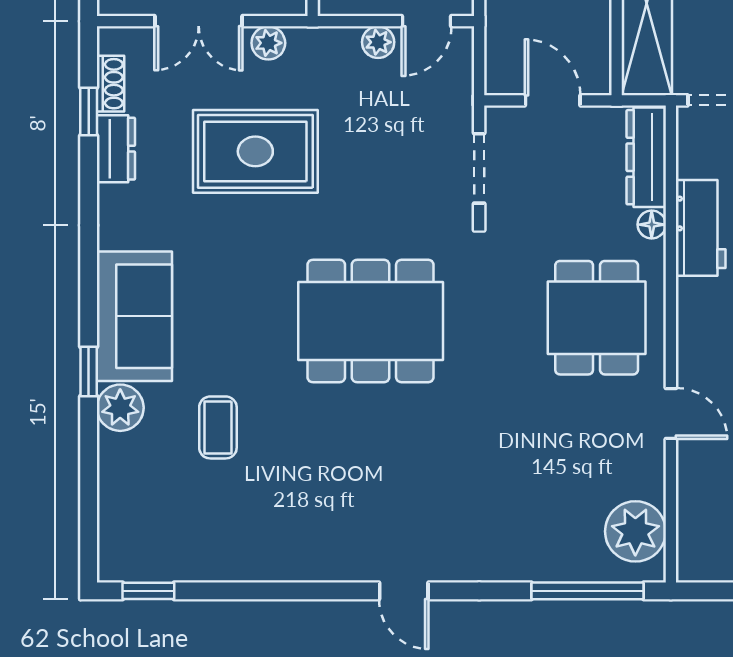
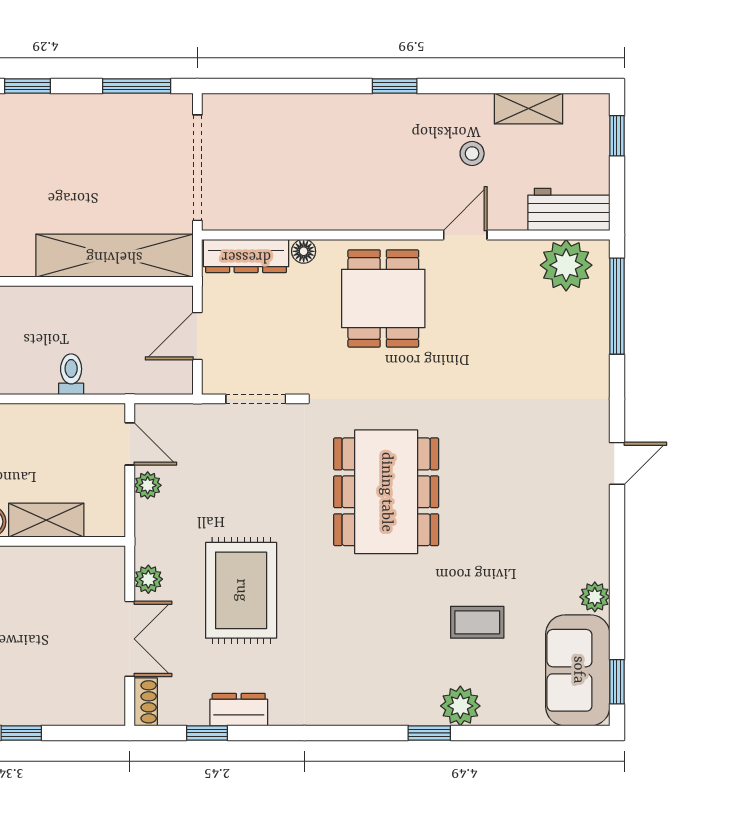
shoe rack: (111, 84) -> (146, 702), moved, turned 90
workbench: (701, 228) -> (569, 210), moved
sofa: (134, 316) -> (578, 670), moved, turned -90
dining table: (597, 318) -> (383, 298), turned 90
plant: (248, 565) -> (595, 597), added

